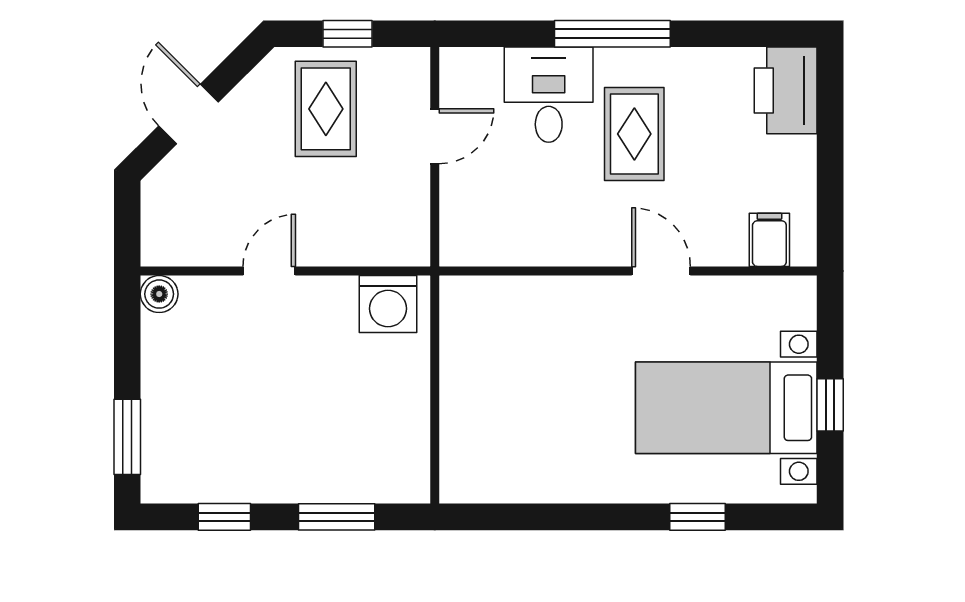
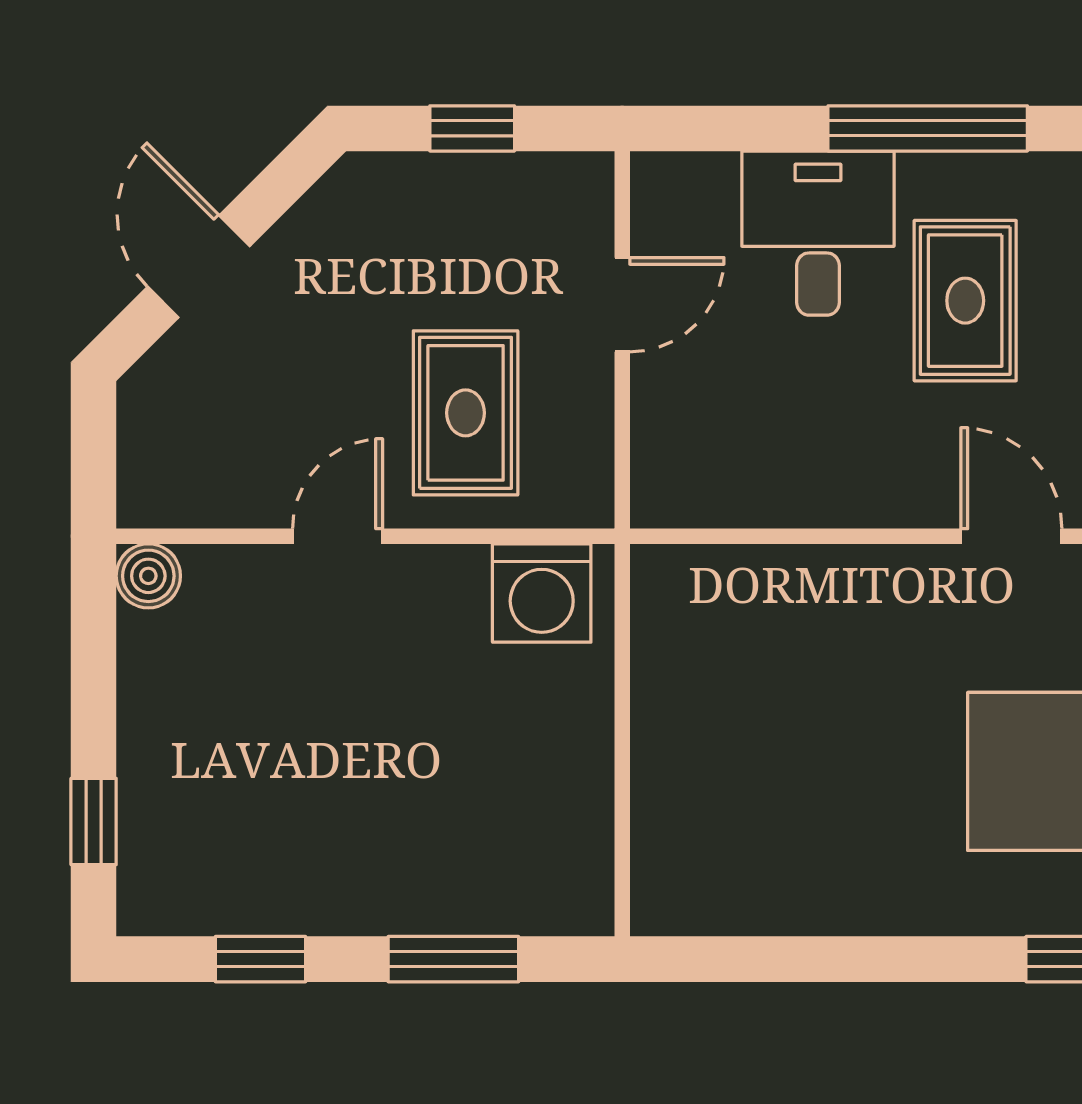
rug: (326, 109) -> (466, 413), moved
window: (127, 437) -> (94, 821), width x0.67

